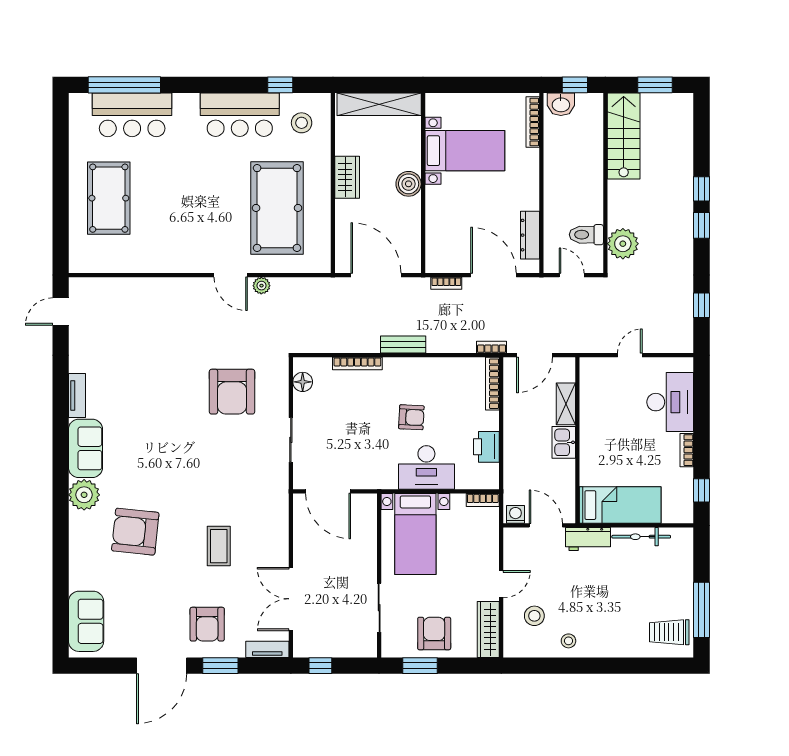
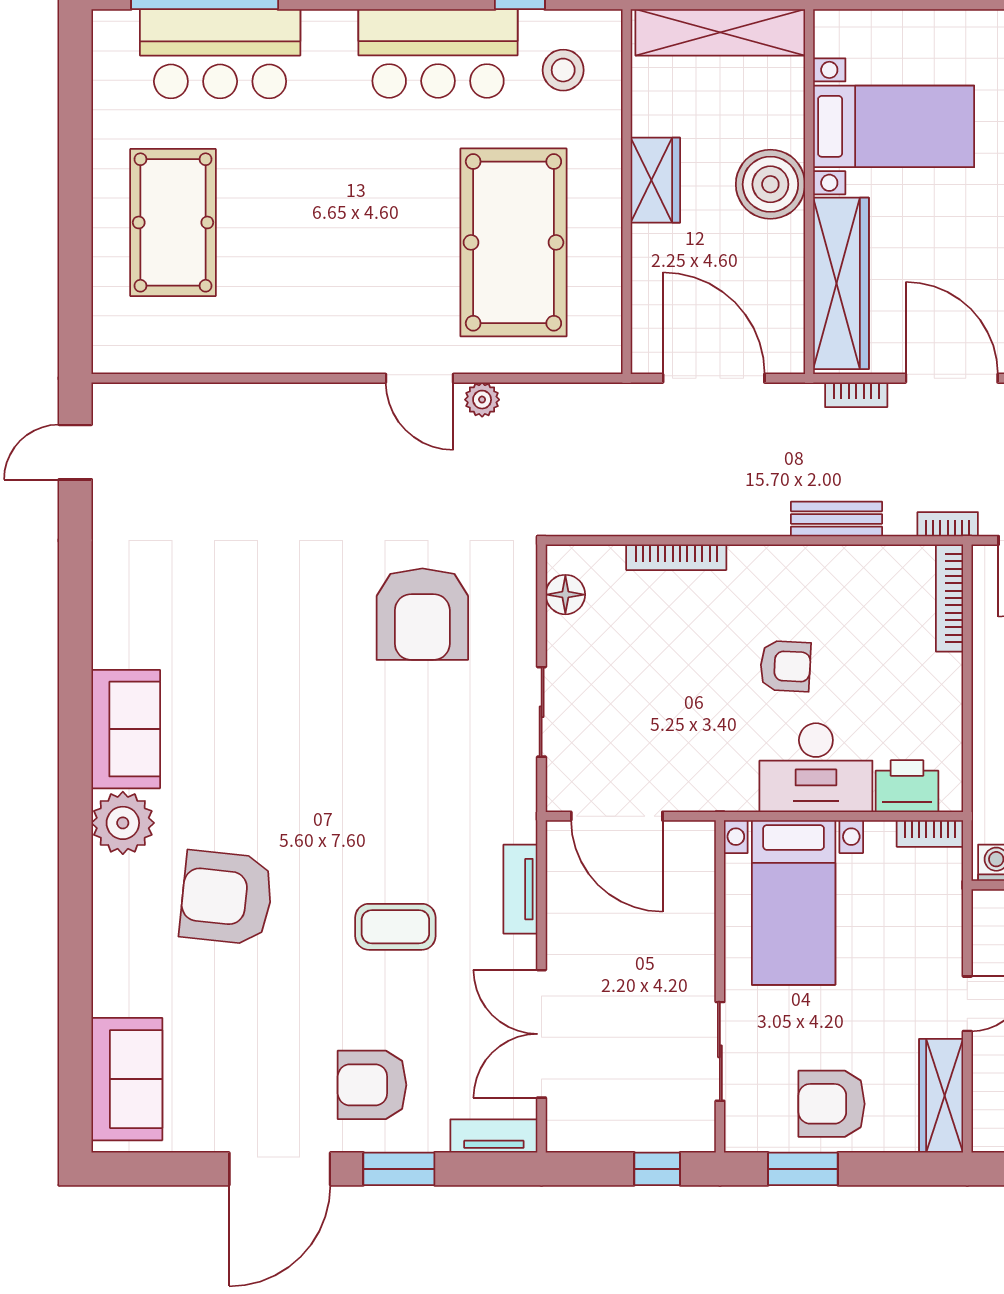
boiler: (409, 184) -> (770, 184), width x1.37, depth x1.37
wardrobe: (439, 228) -> (841, 283), added
bench: (403, 345) -> (836, 519), moved
tv unit: (77, 395) -> (520, 889), moved, turned 180
printer: (486, 447) -> (907, 786), moved, turned 90
coffee table: (219, 546) -> (395, 927), turned 90
armchair: (207, 624) -> (372, 1085), turned 90
armchair: (434, 634) -> (832, 1104), turned -90
window: (320, 666) -> (657, 1169), moved

